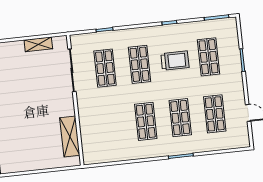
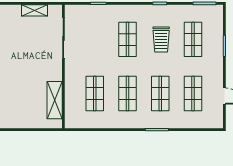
trolley: (175, 61) -> (161, 39), turned 90
shop shelf: (105, 68) -> (95, 94), moved

